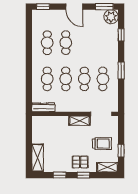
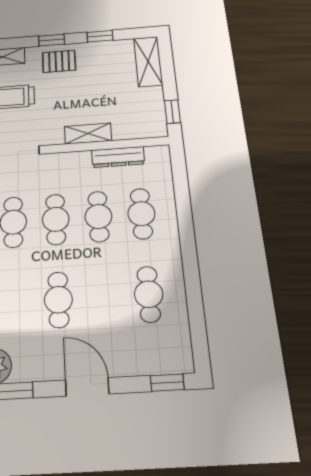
cafe table: (66, 43) -> (58, 300), moved
dresser: (44, 107) -> (118, 157), moved
shelving: (79, 121) -> (88, 133), moved
window: (29, 129) -> (172, 112), added

